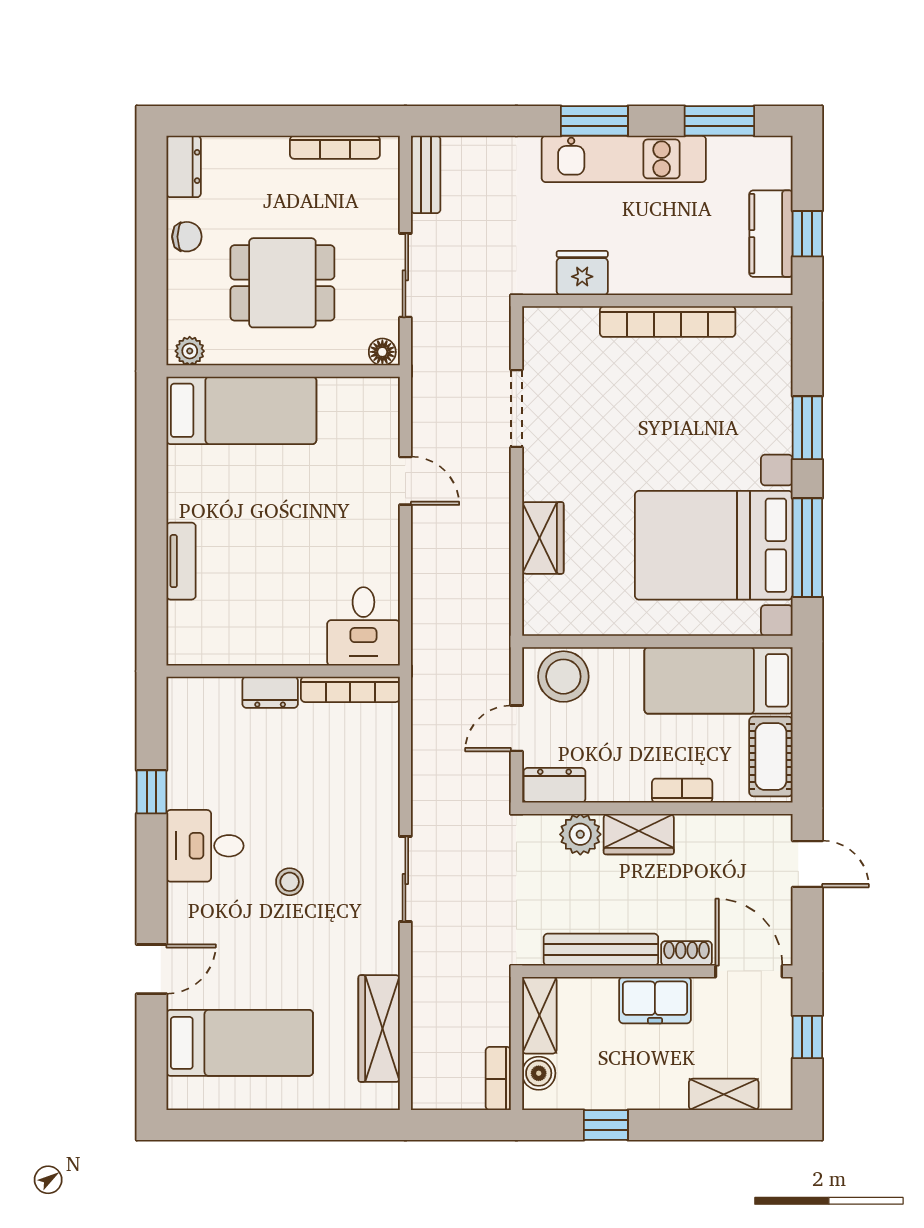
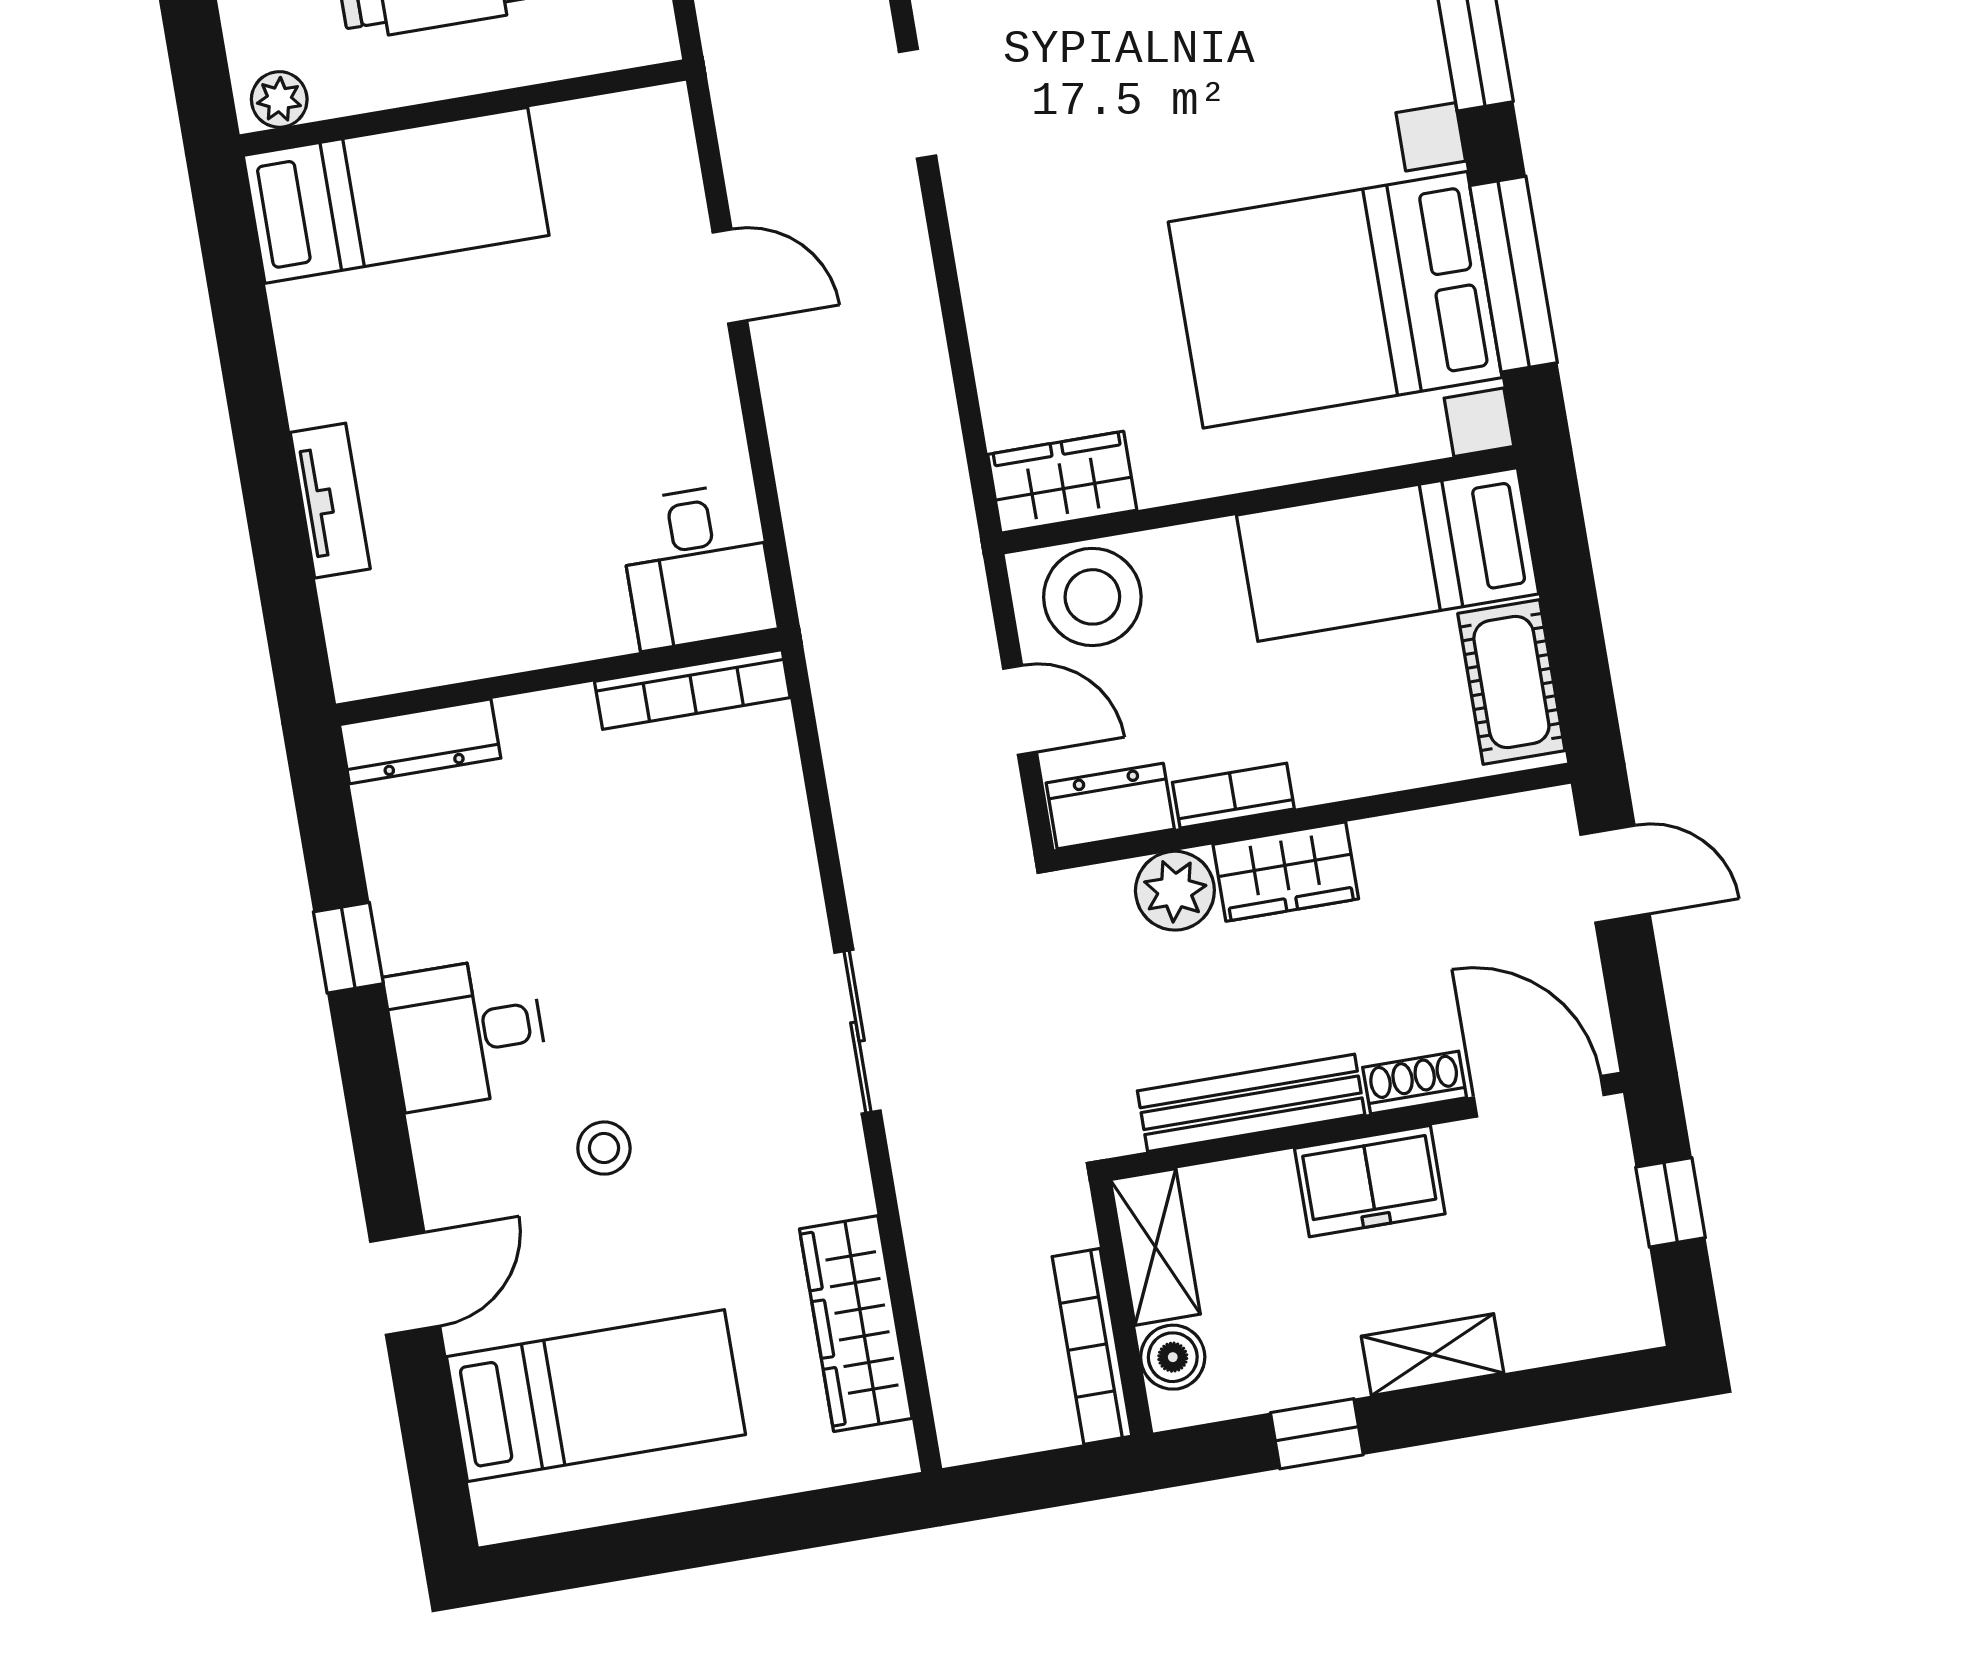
floor lamp: (382, 352) -> (645, 39), removed
doorway: (516, 409) -> (917, 104), width x0.73
wardrobe: (543, 538) -> (1062, 482), moved, turned -90
dresser: (270, 692) -> (420, 741), moved, width x1.44
door: (516, 728) -> (1020, 710), swing flipped
bookcase: (682, 791) -> (1233, 796), moved
stool: (290, 882) -> (604, 1148), moved
bookcase: (498, 1079) -> (1092, 1346), width x1.56
shelving: (724, 1094) -> (1433, 1355), moved

